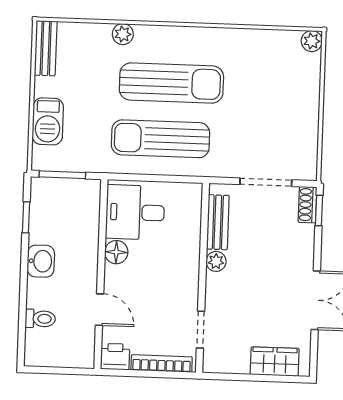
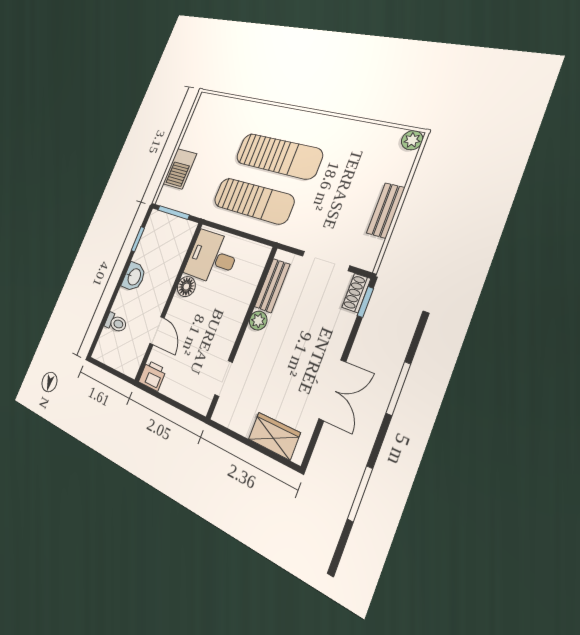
plant: (123, 34) -> (257, 110), removed
bench: (46, 48) -> (386, 210), moved
sun lounger: (161, 139) -> (253, 201), turned 180
bookcase: (162, 364) -> (183, 397), removed

